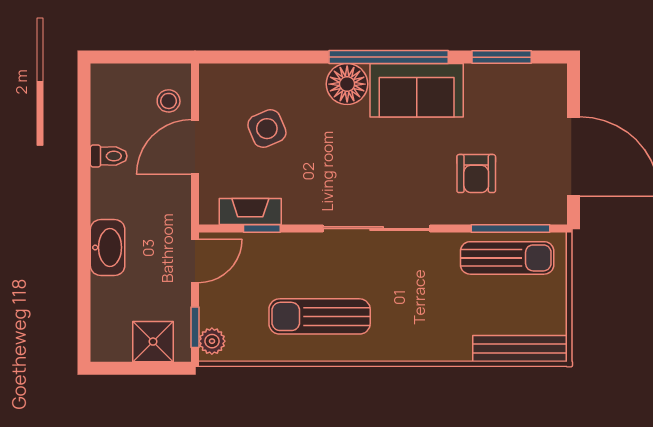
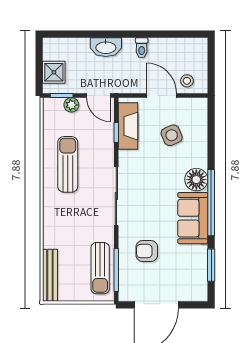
toilet: (109, 156) -> (142, 48), moved
fireplace: (250, 212) -> (128, 126), width x1.37, depth x1.32
plant: (212, 341) -> (71, 105), moved

